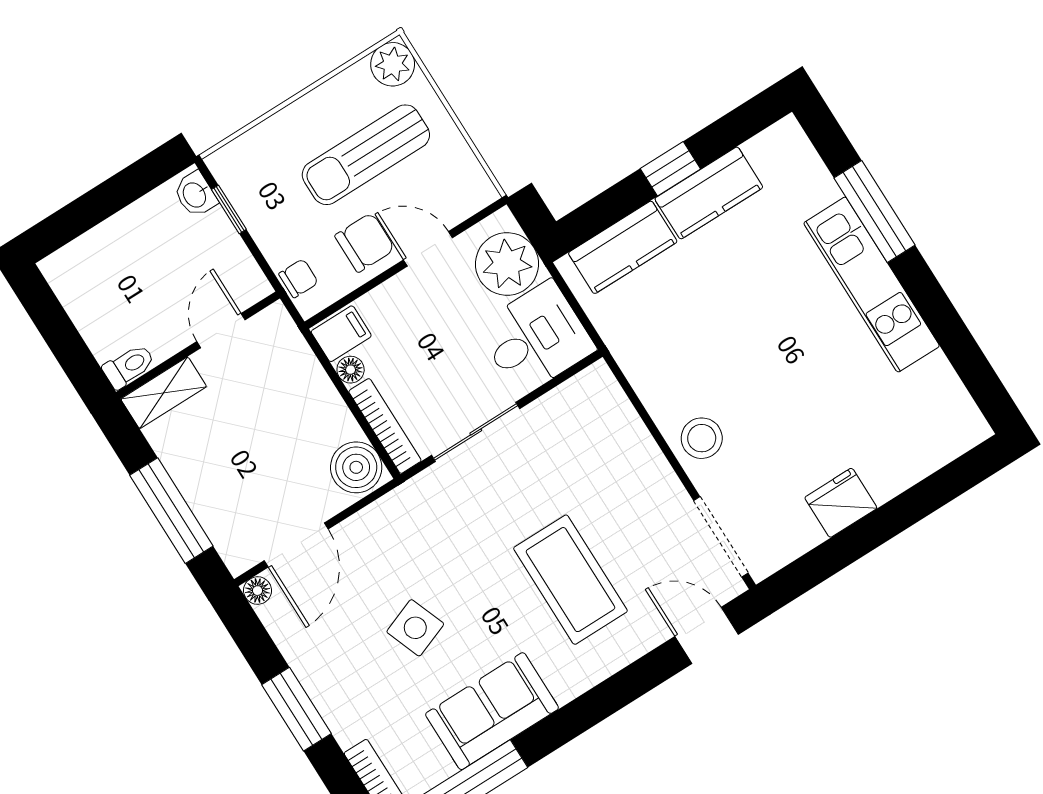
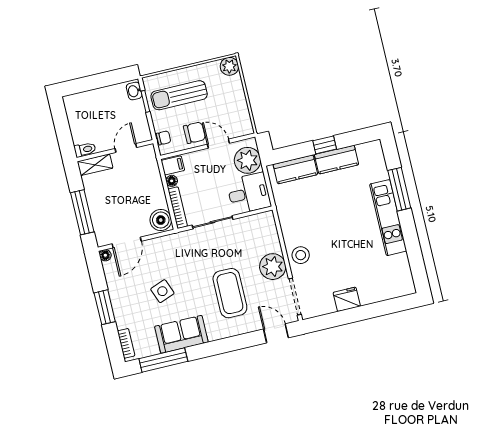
sun lounger: (366, 155) -> (179, 95), moved
plant: (647, 486) -> (273, 267), added

